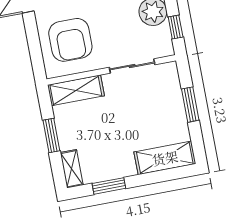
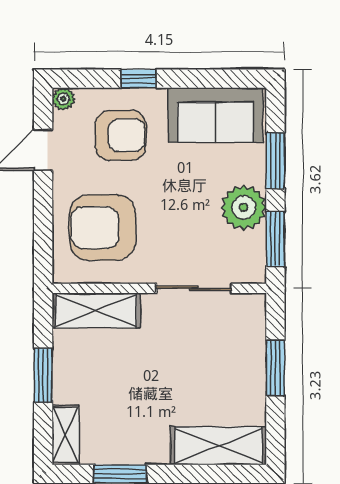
window: (176, 27) -> (275, 239), width x1.50
armchair: (70, 40) -> (103, 228), turned 90

